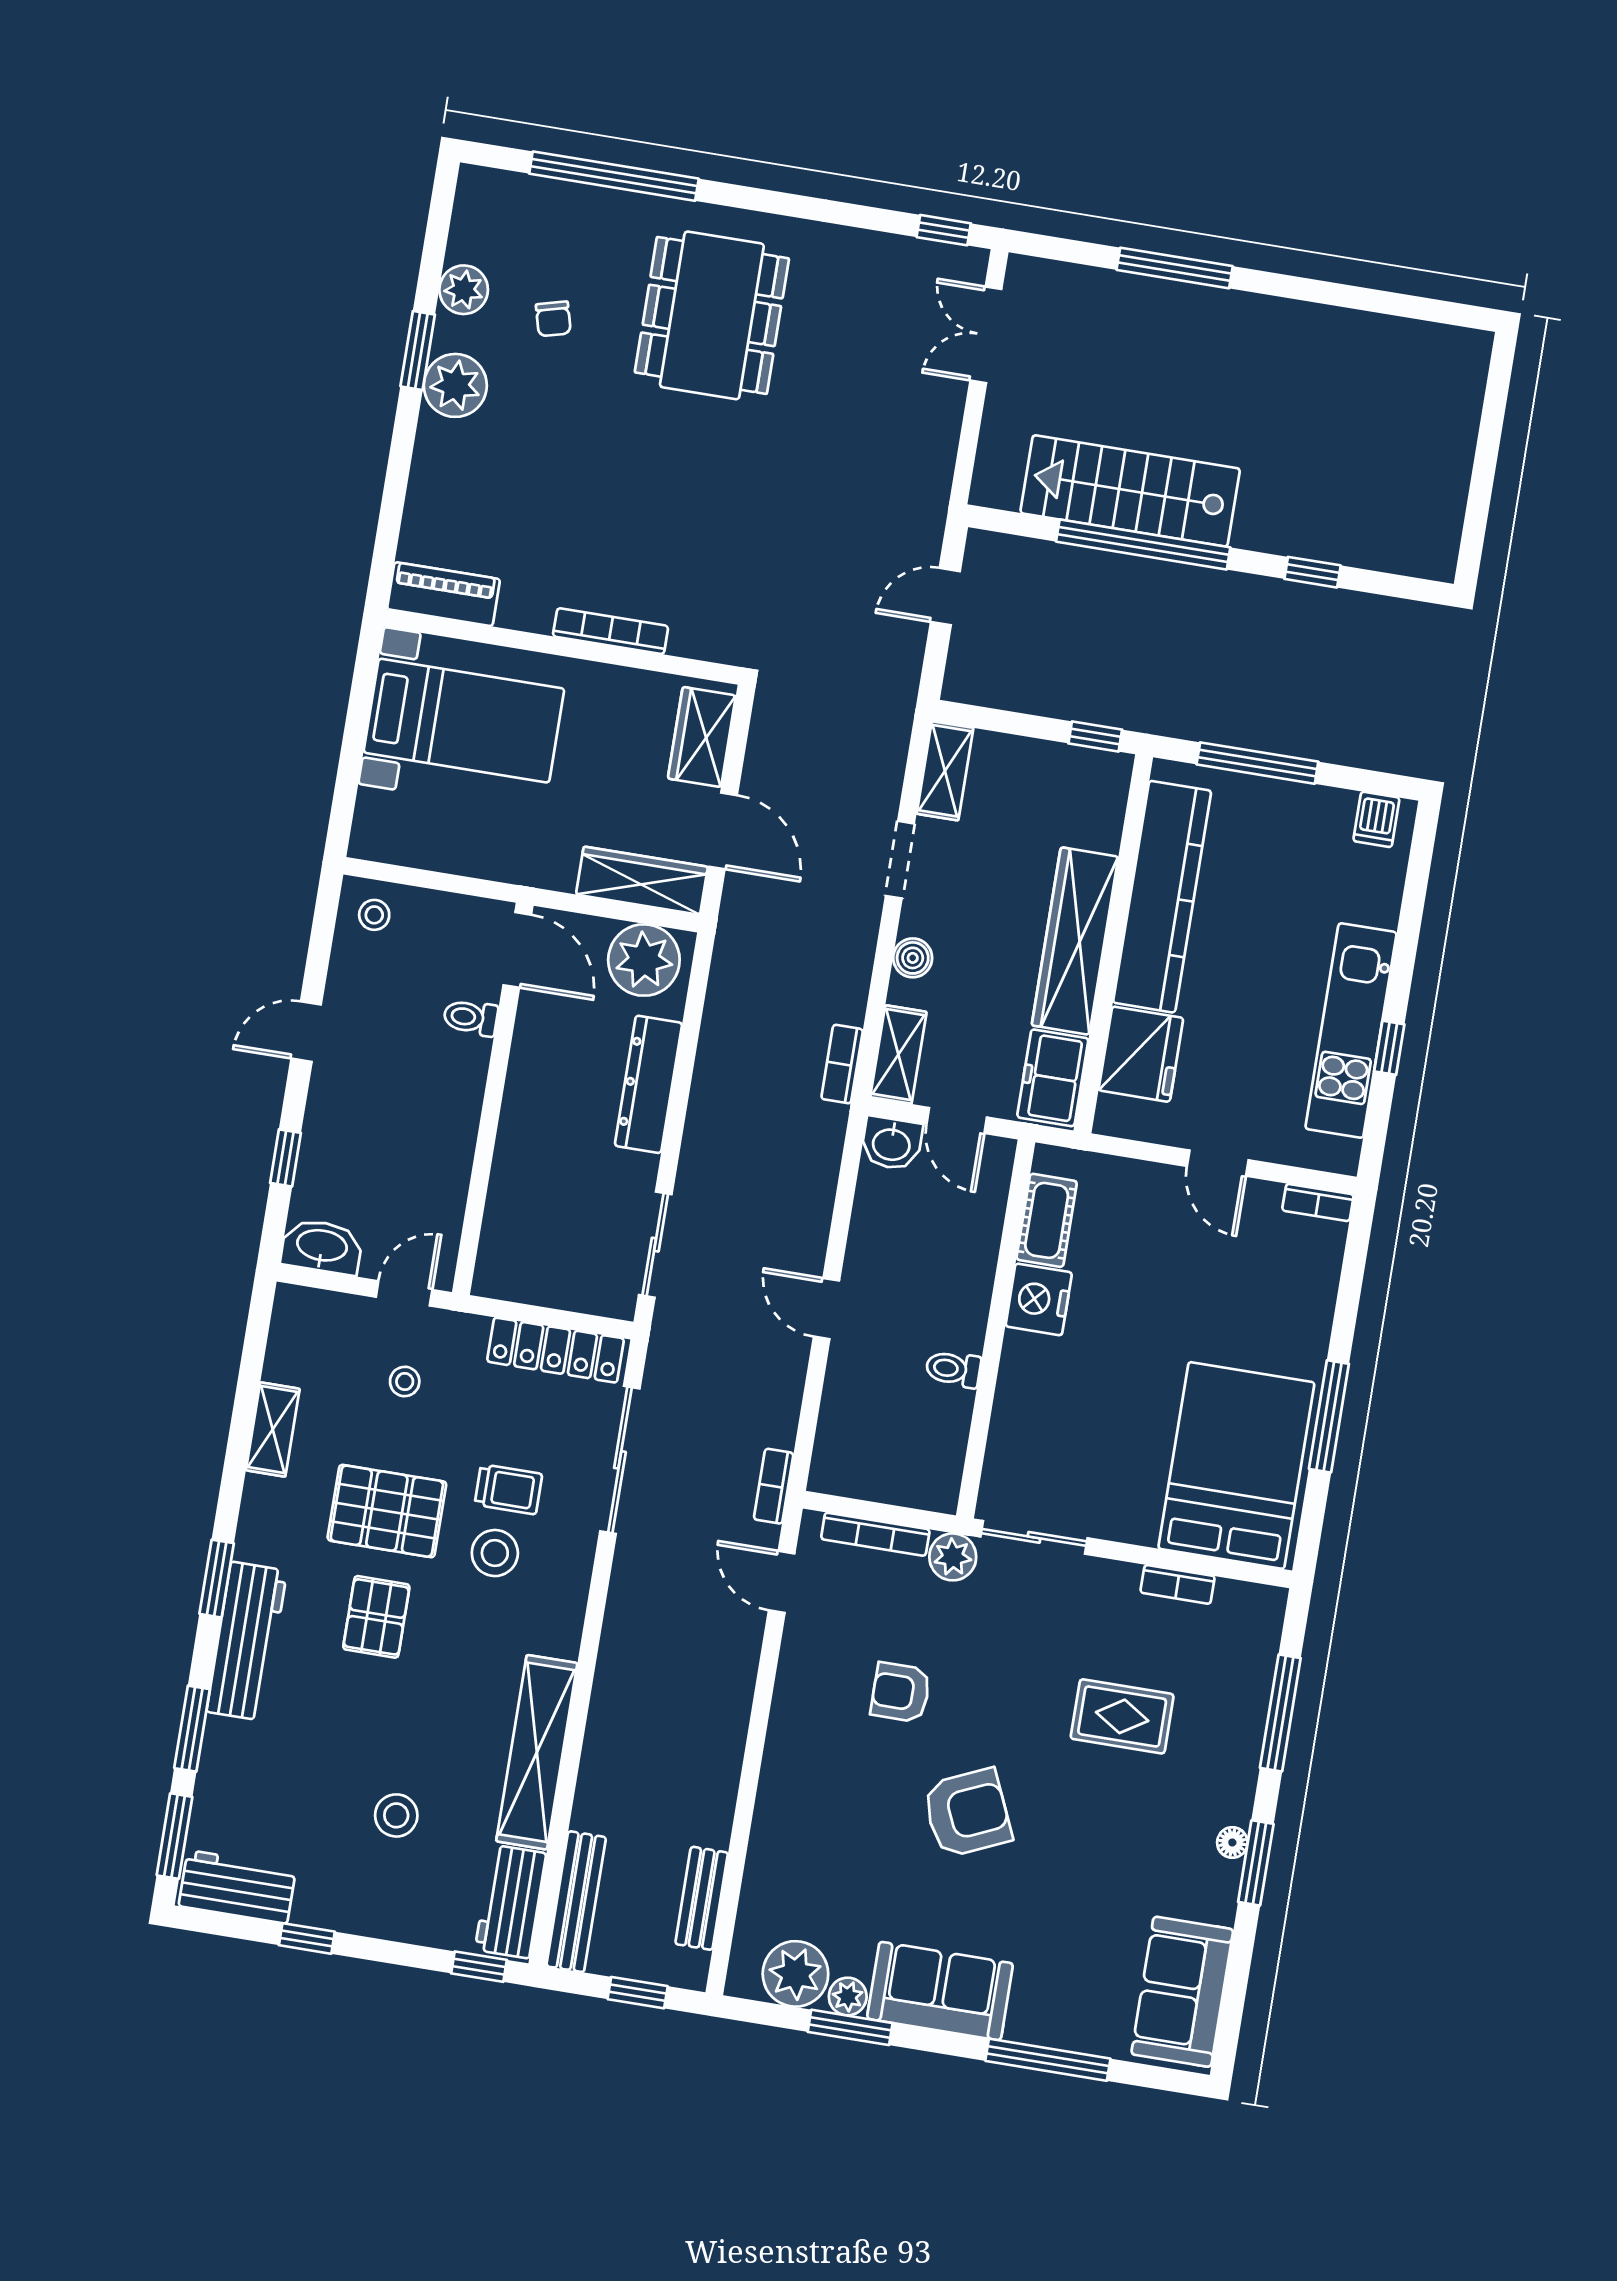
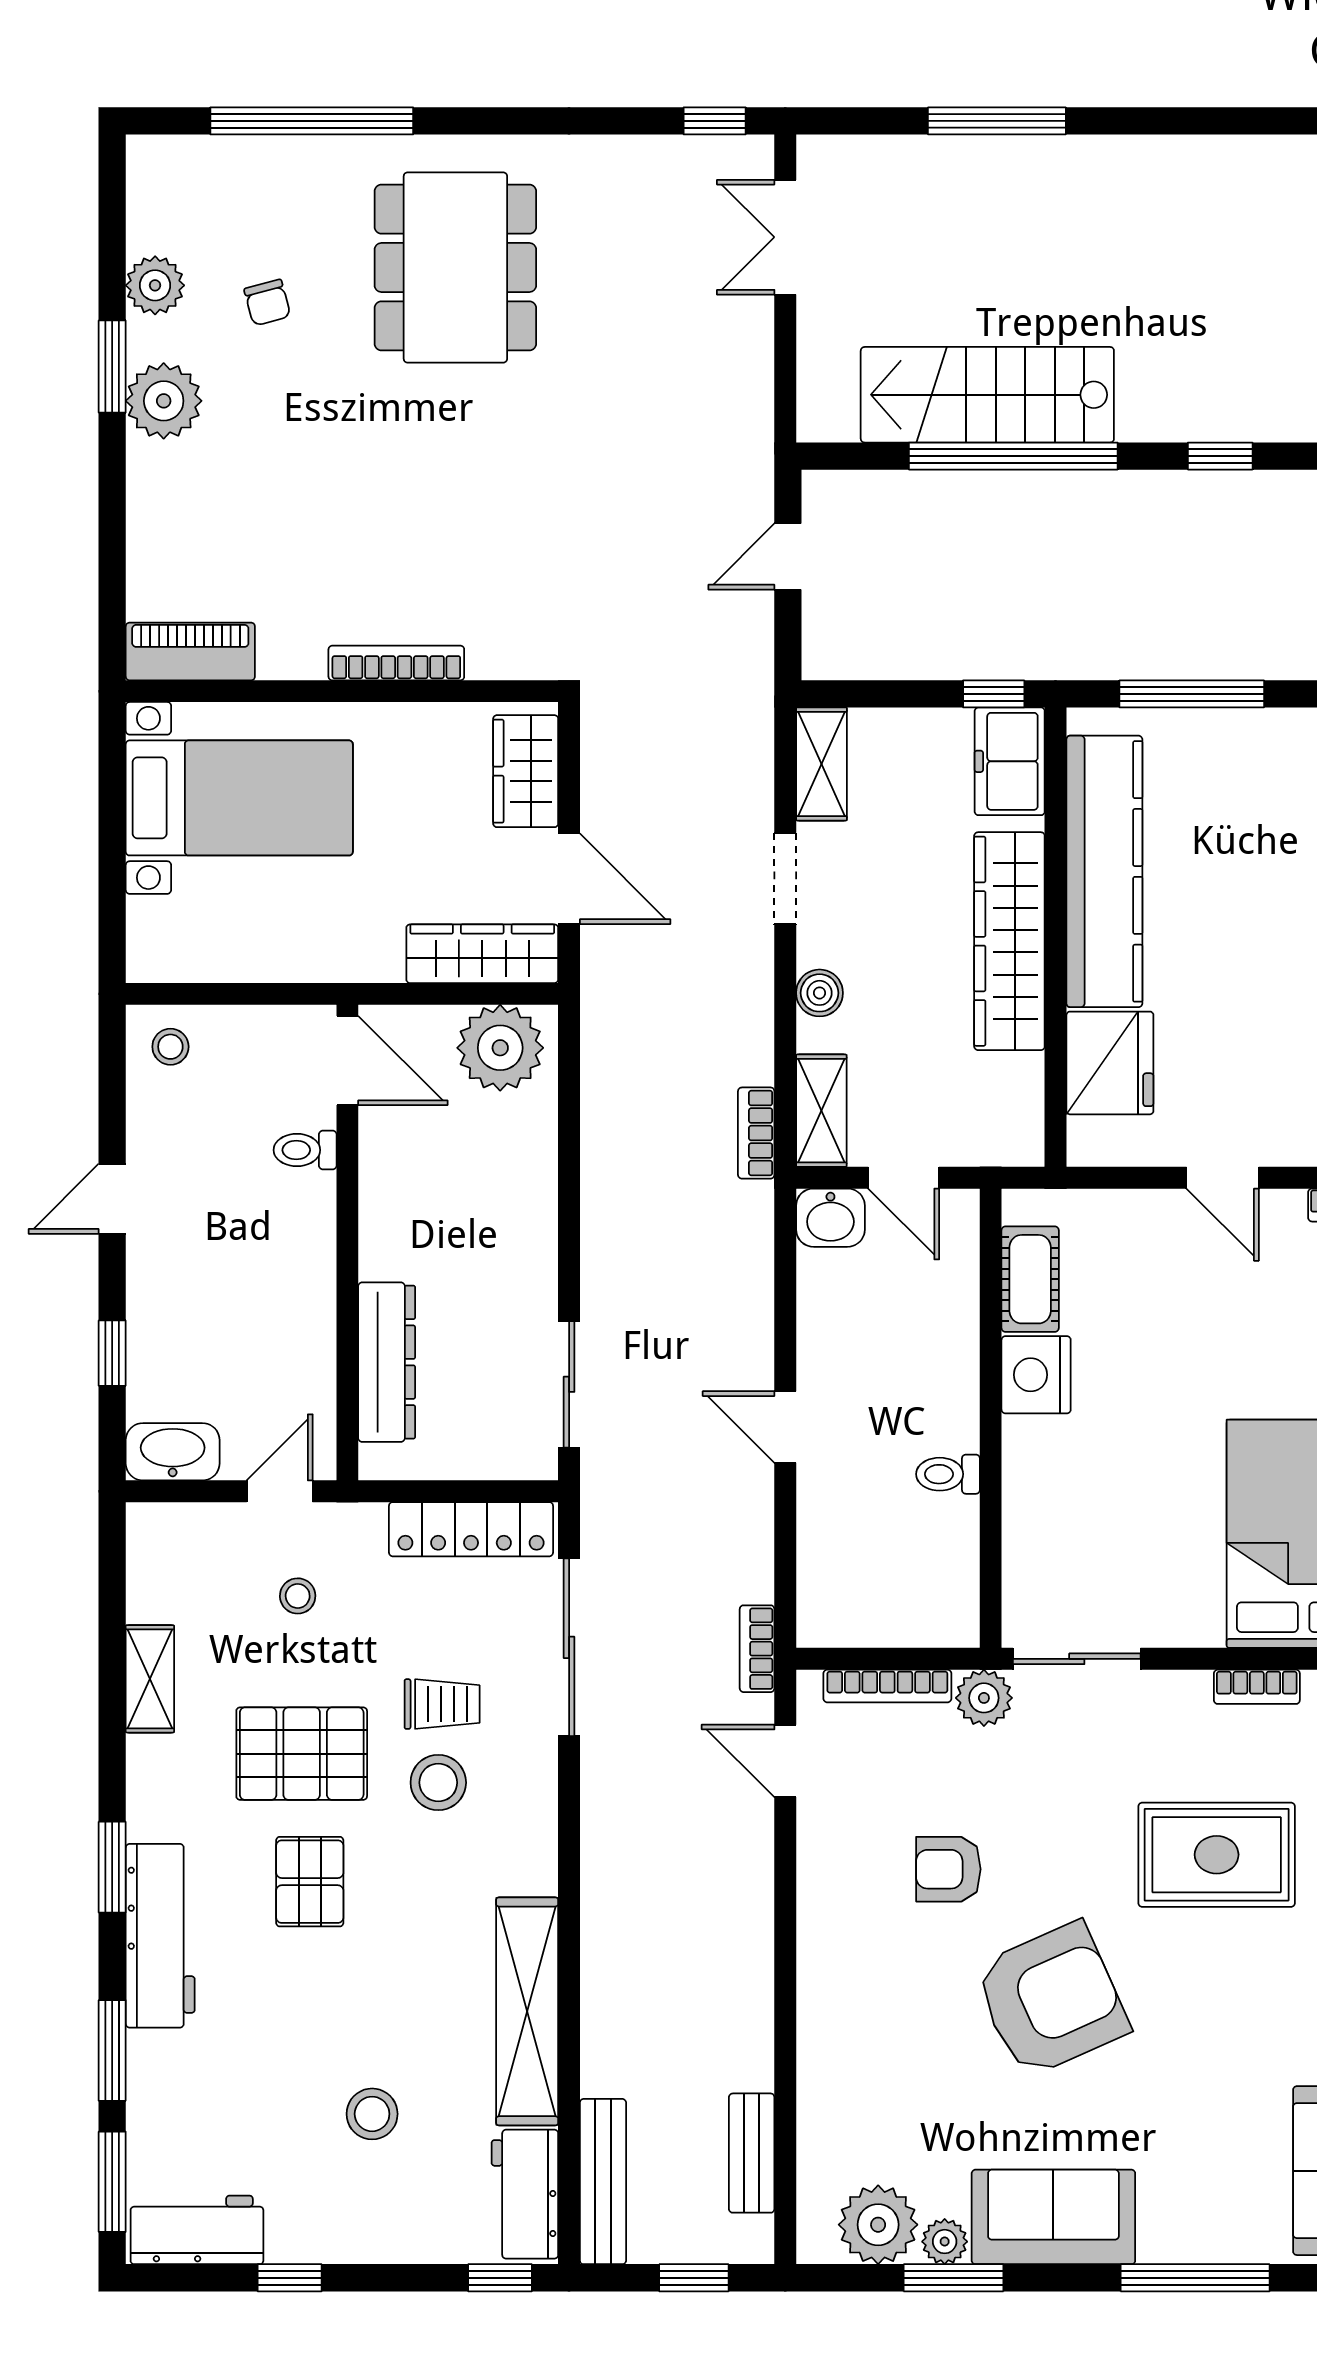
freezer: (1053, 1078) -> (1010, 761), moved
dresser: (648, 1084) -> (387, 1362), moved, turned 180
rug: (1122, 1716) -> (1217, 1855), width x1.36, depth x1.43
armchair: (967, 1813) -> (1051, 2000), width x1.36, depth x1.36

